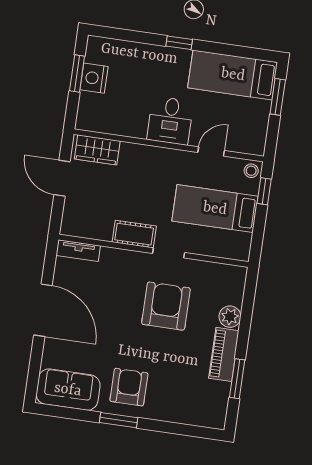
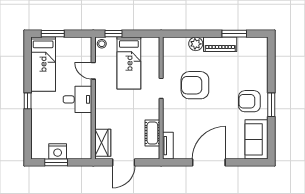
cot: (134, 234) -> (152, 133), moved

